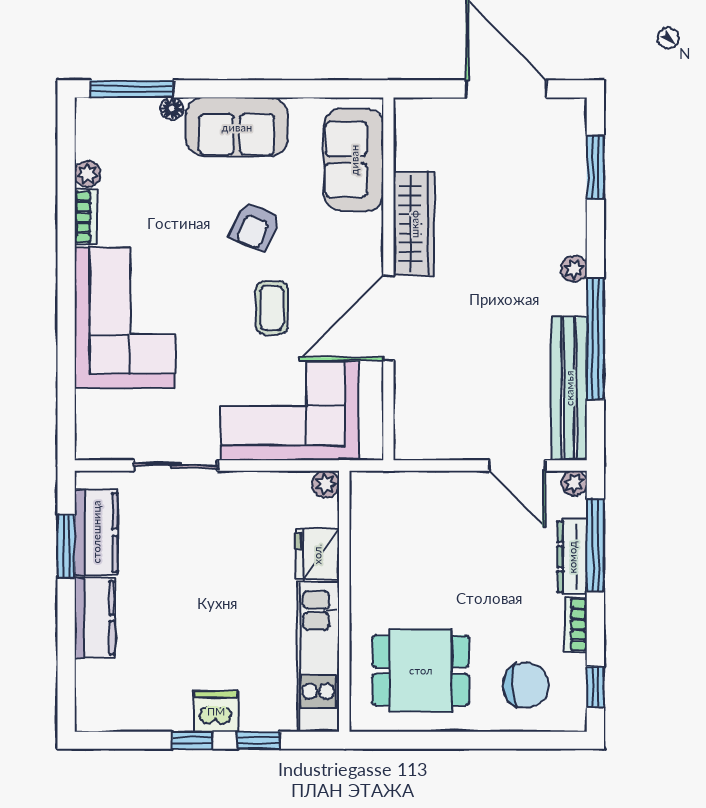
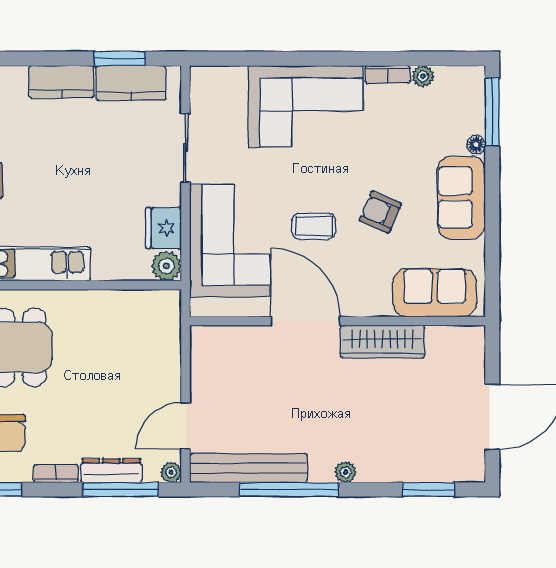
plant: (326, 484) -> (166, 266), width x1.38, depth x1.38
fridge: (317, 554) -> (164, 228), moved, turned -90

